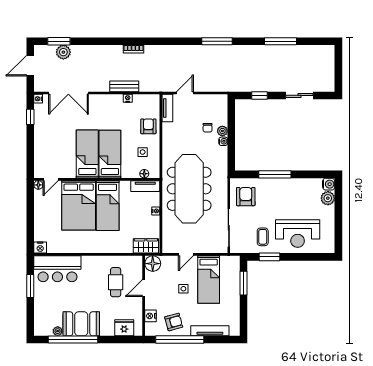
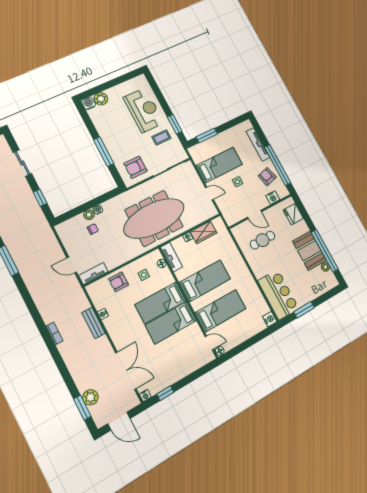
bed: (79, 205) -> (221, 311), width x0.67
wardrobe: (146, 246) -> (204, 232), moved, turned -90
floor lamp: (153, 264) -> (231, 217), removed

